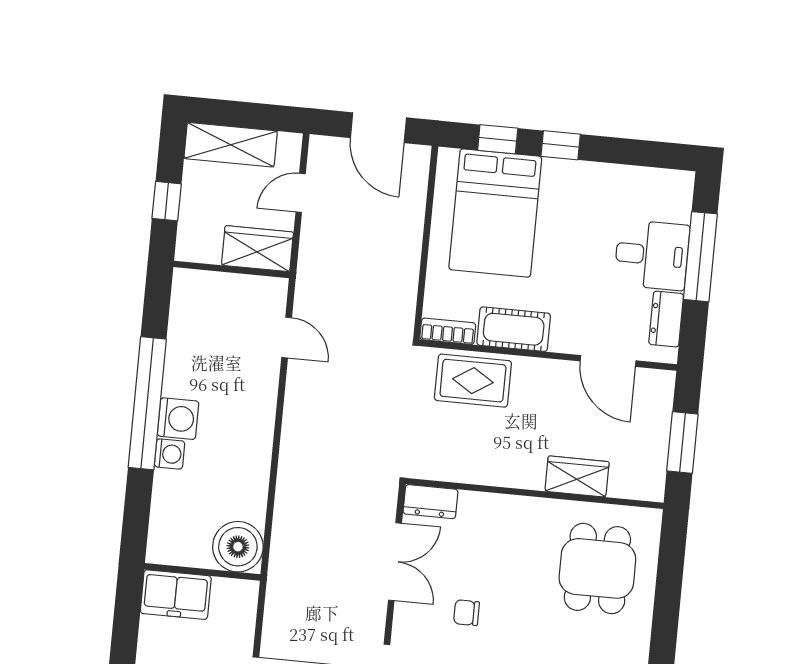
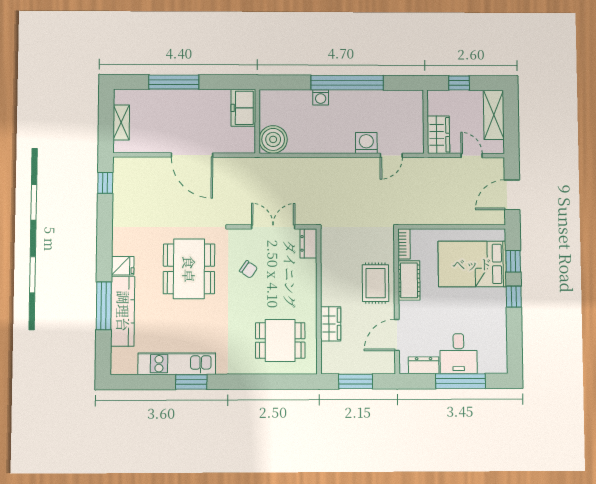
rug: (473, 381) -> (376, 283), moved
washing machine: (178, 419) -> (366, 143), moved, turned 180
double door: (395, 562) -> (273, 227), swing flipped
chair: (466, 613) -> (248, 269), turned 125

